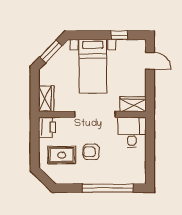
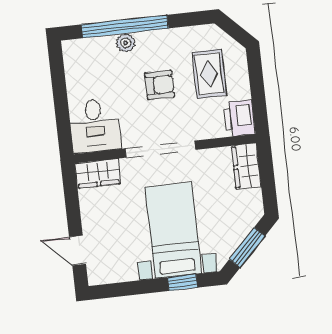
window: (119, 35) -> (183, 282), moved
rug: (62, 155) -> (209, 74), turned 90
plant: (108, 179) -> (126, 43), added

